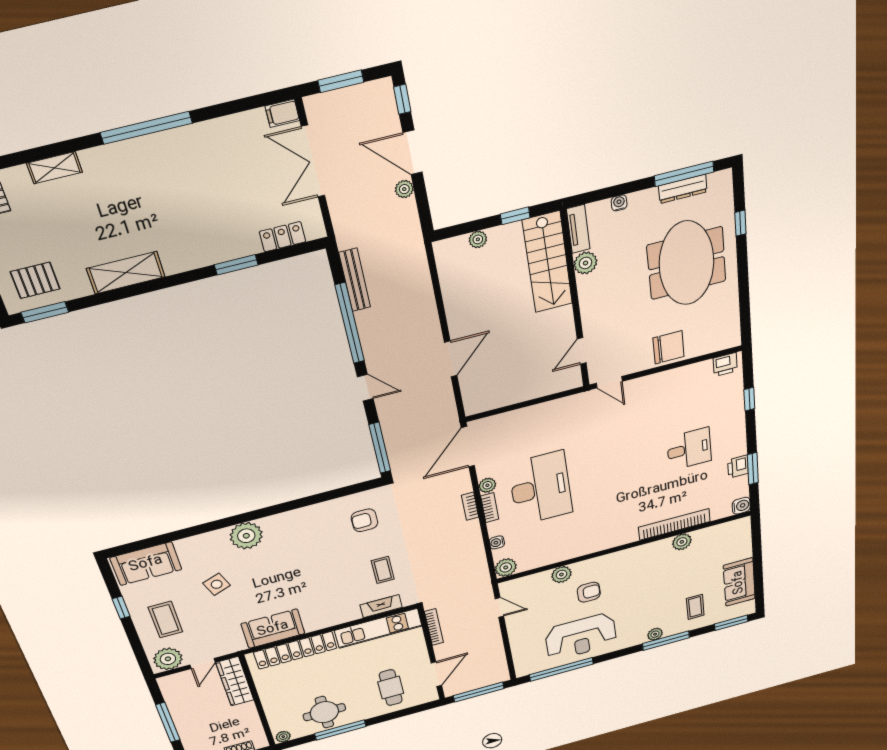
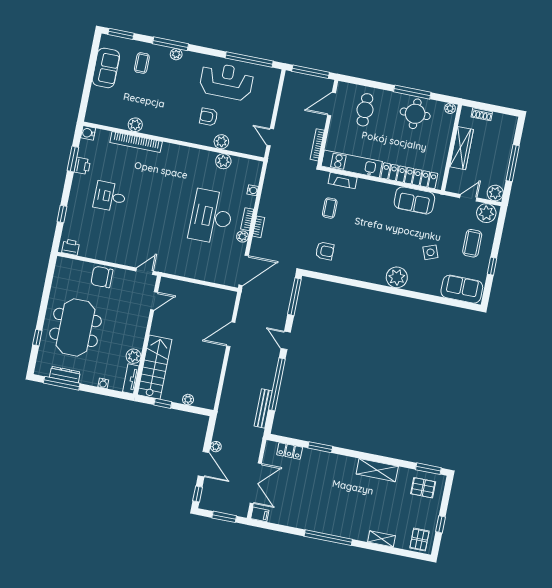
door: (609, 382) -> (145, 271), hinge flipped
plant: (506, 567) -> (223, 161), moved
wardrobe: (235, 681) -> (462, 148), moved
plant: (170, 684) -> (495, 193), added

